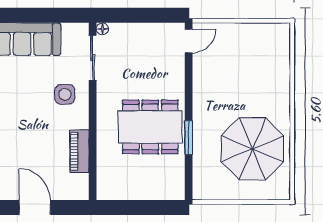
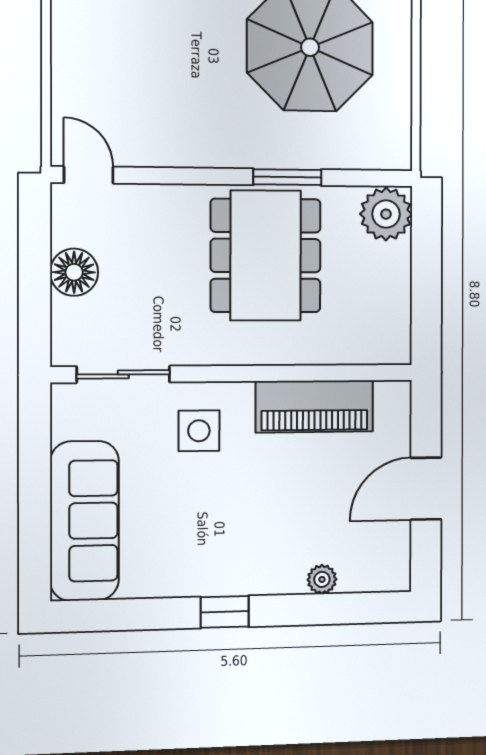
floor lamp: (102, 29) -> (74, 272), moved, width x1.89, depth x1.89
piano: (79, 151) -> (314, 406), width x1.37, depth x1.33
plant: (171, 187) -> (386, 214), added

